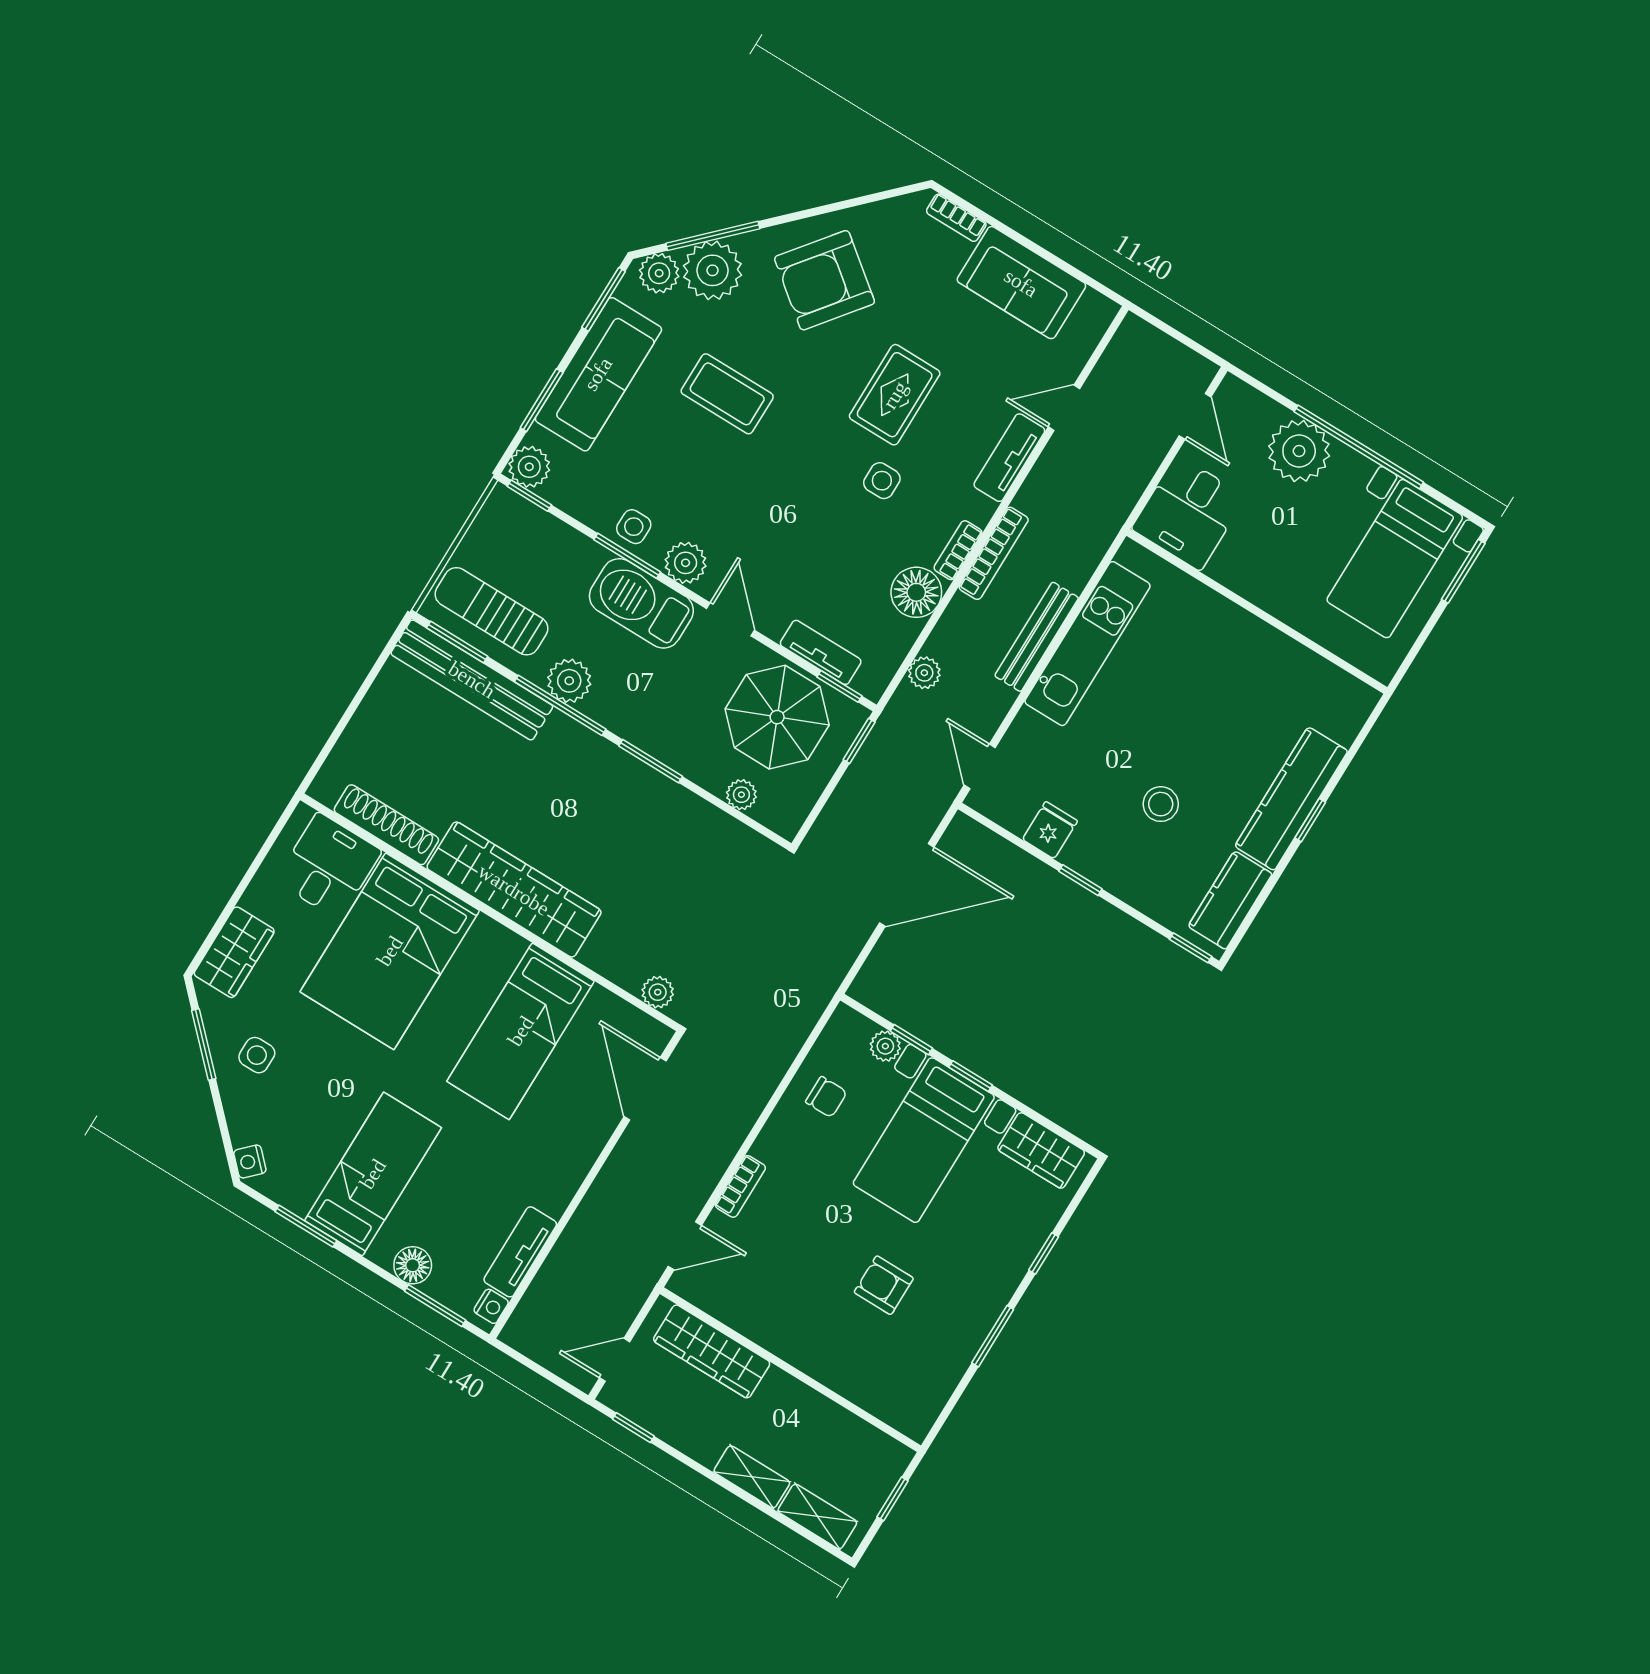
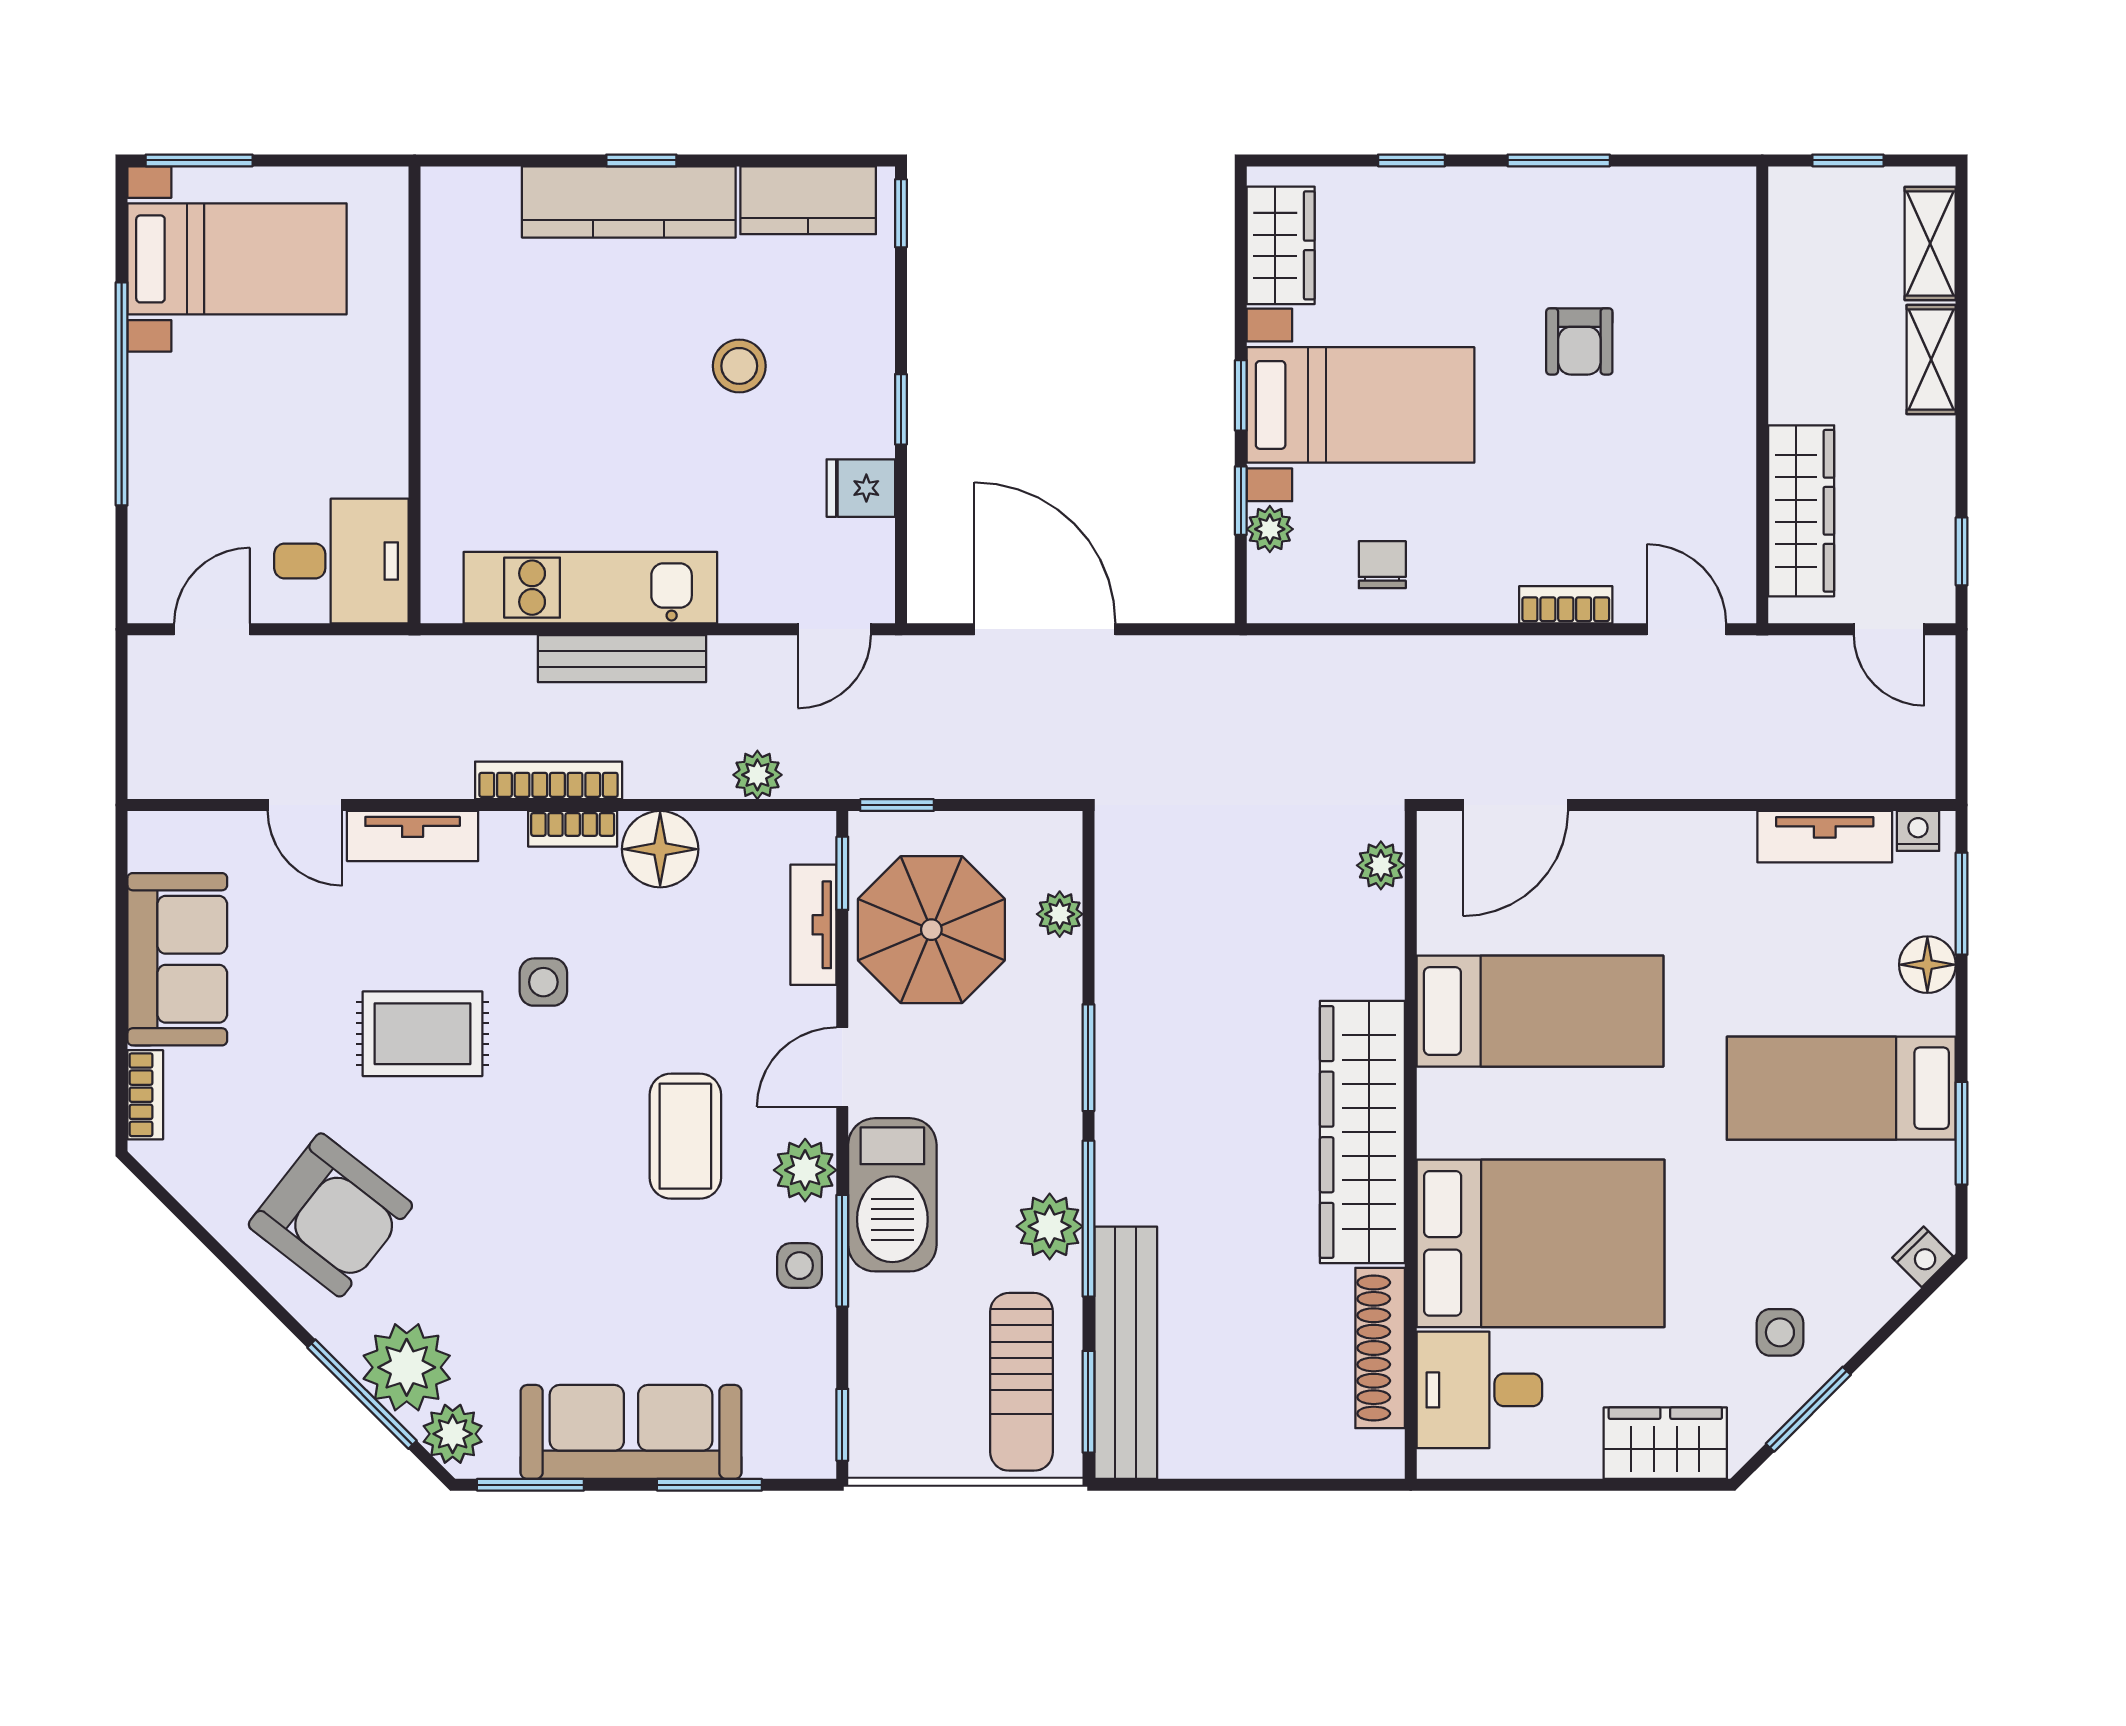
coffee table: (727, 394) -> (685, 1136), moved
plant: (1299, 451) -> (174, 468), removed
plant: (529, 467) -> (805, 1448), removed

